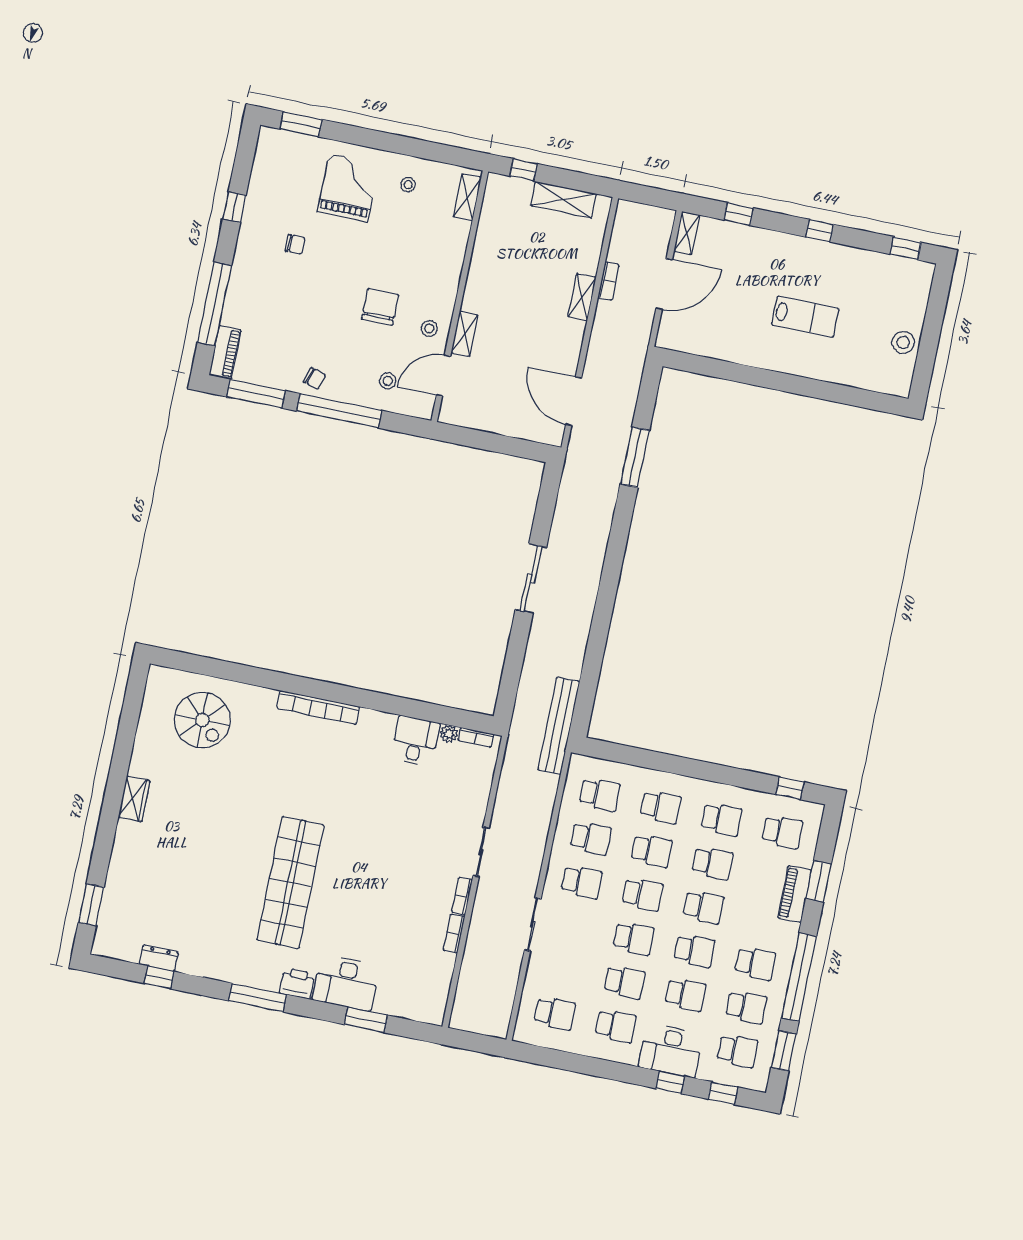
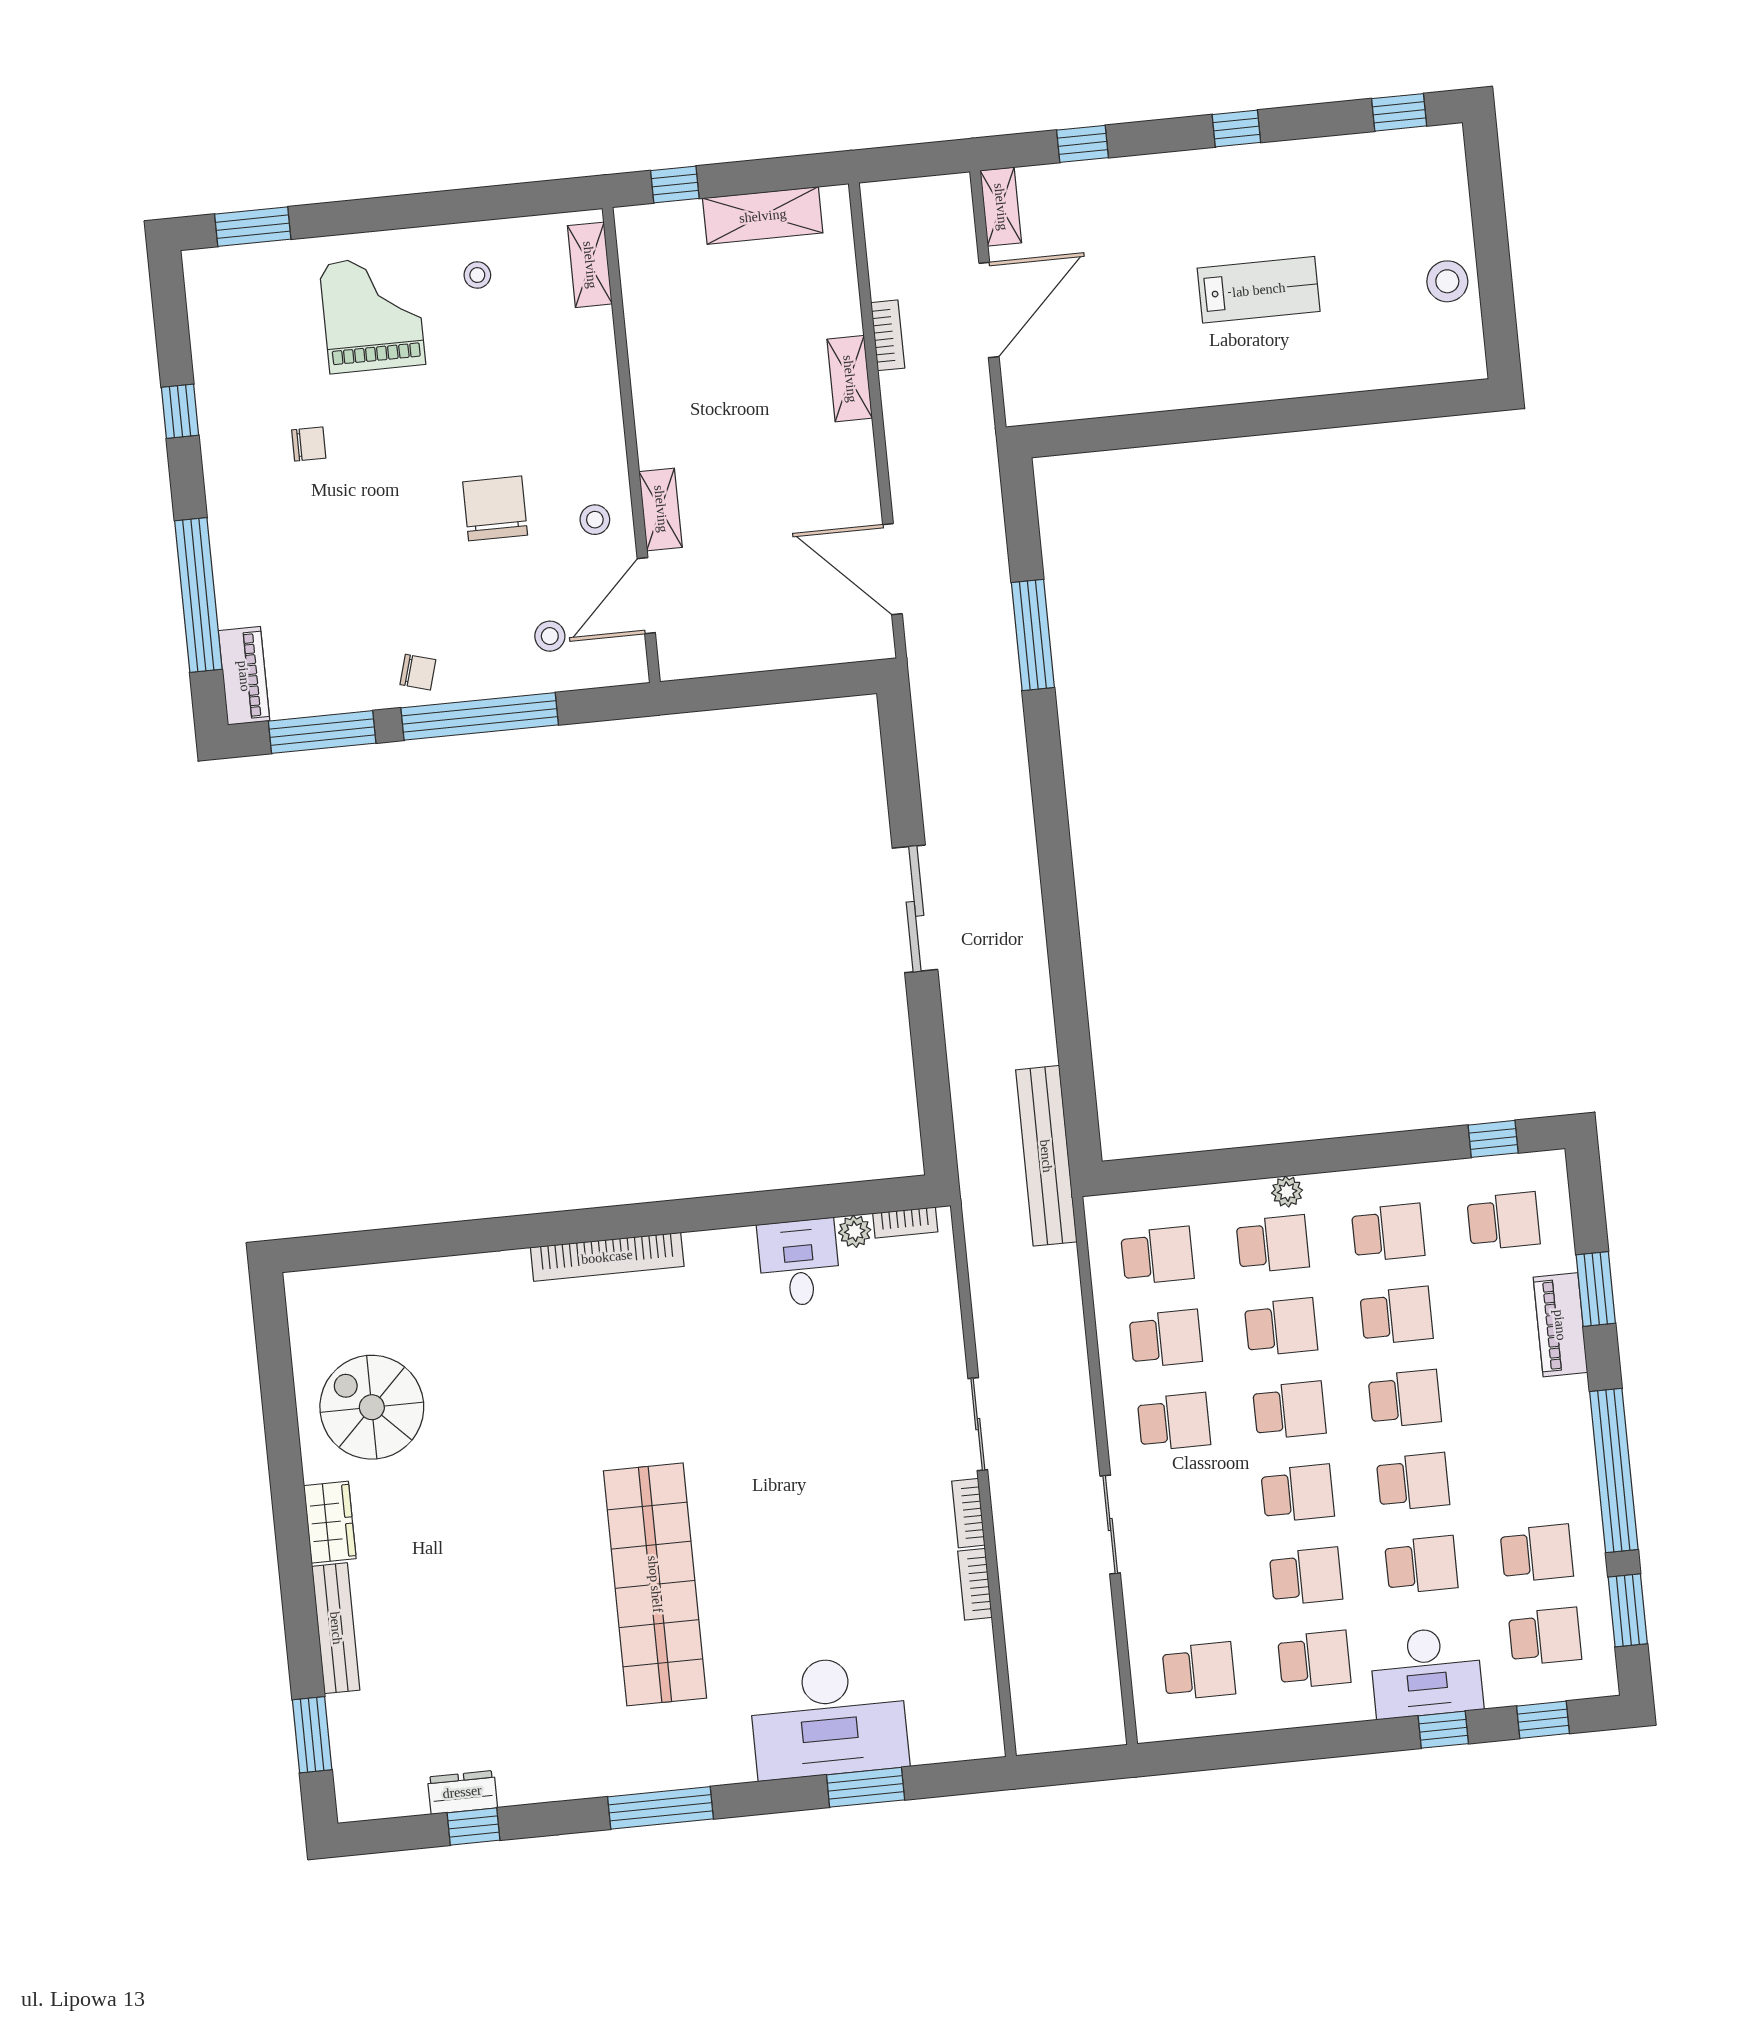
spiral stairs: (202, 720) -> (372, 1407), moved, turned 180
plant: (676, 782) -> (1287, 1192), added
bench: (120, 854) -> (336, 1628), added
school desk: (755, 963) -> (1528, 1470), removed
printer: (297, 983) -> (723, 1761), removed
desk: (346, 983) -> (829, 1717), width x1.36, depth x1.30

